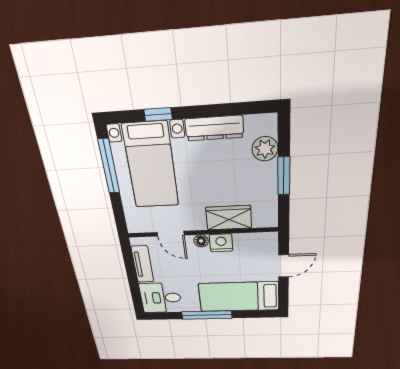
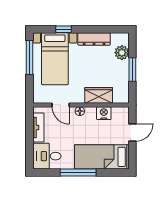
nightstand: (221, 243) -> (104, 113), moved

